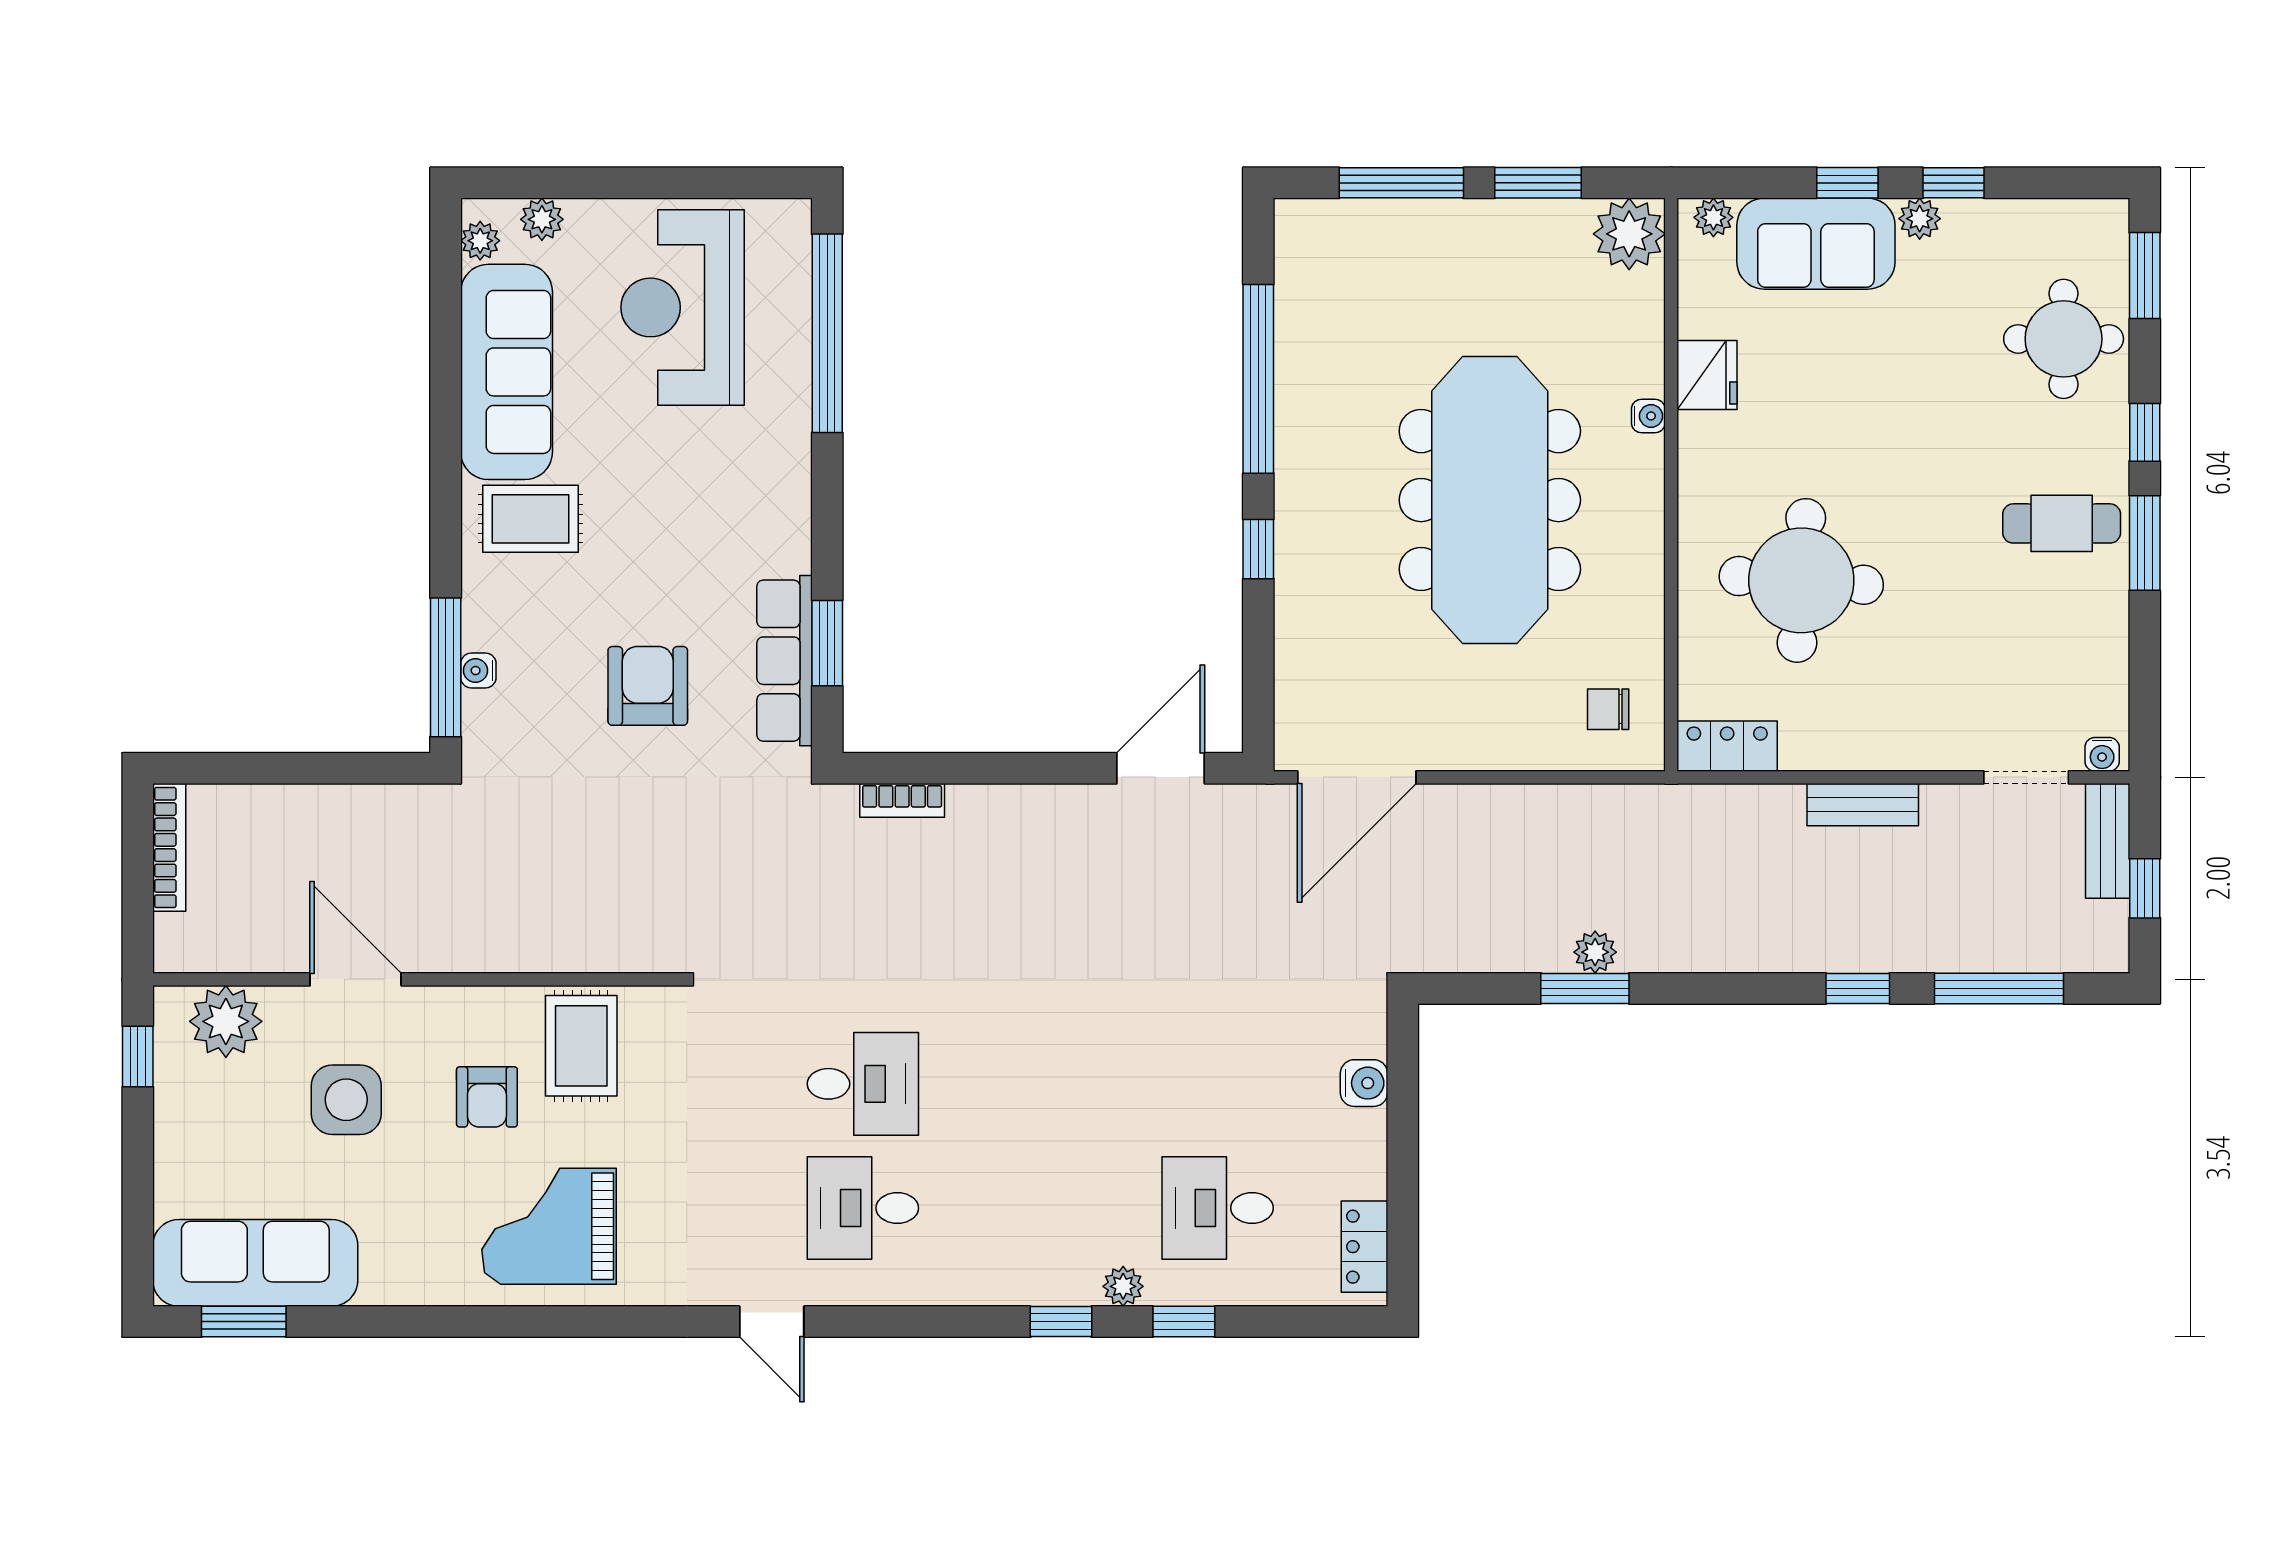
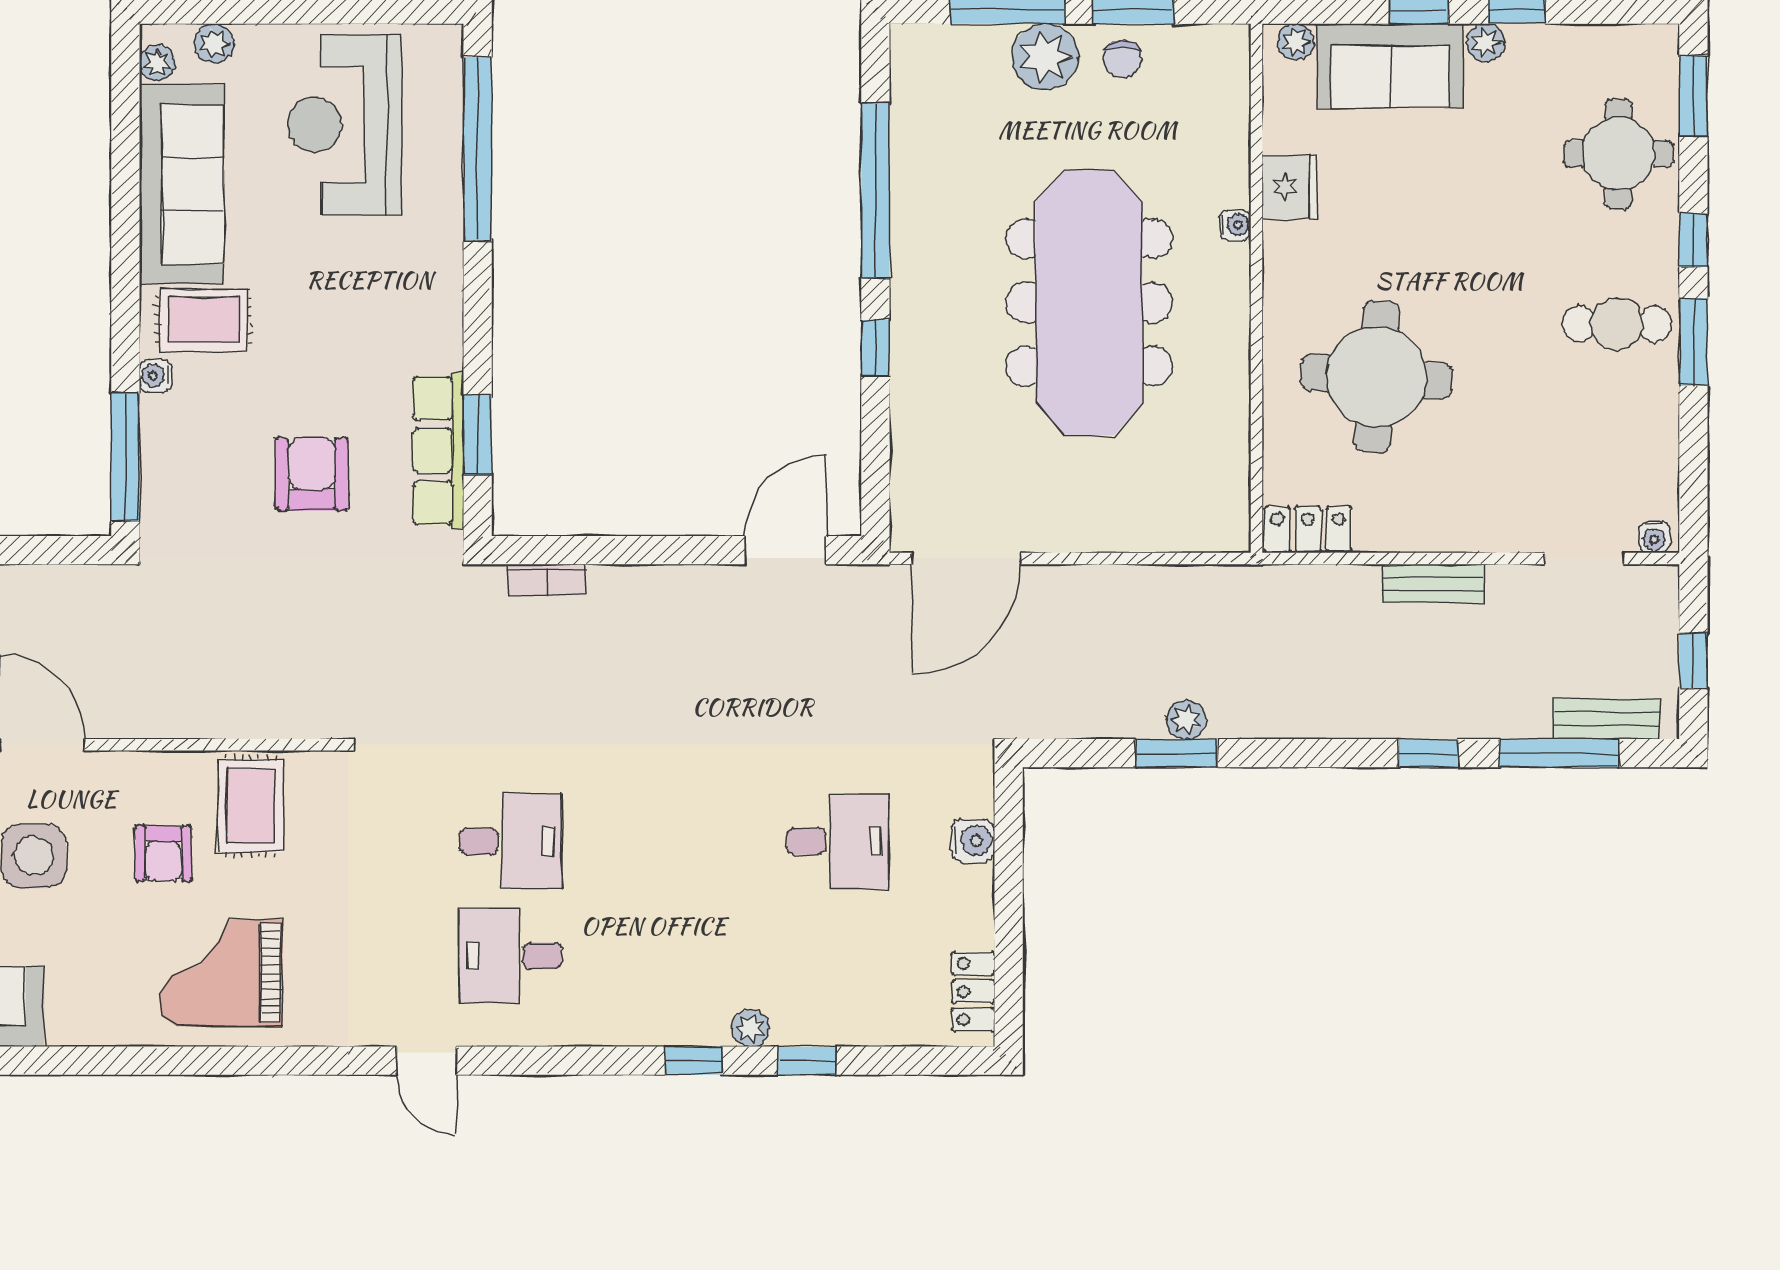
plant: (1629, 234) -> (1045, 57), moved
water cooler: (478, 671) -> (156, 376), moved
chair: (1608, 709) -> (1122, 59), moved, turned -90
bench: (2108, 841) -> (1607, 719), moved, turned 90
desk: (1218, 1208) -> (838, 841), moved, turned 180

